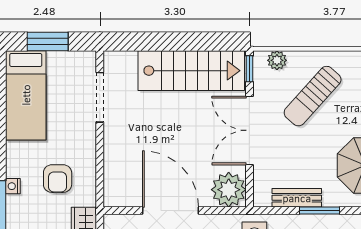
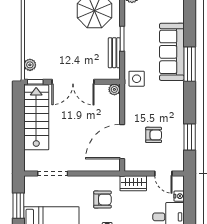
sun lounger: (313, 96) -> (52, 43), removed
plant: (229, 190) -> (114, 89), width x0.53, depth x0.53
door: (171, 211) -> (122, 142), moved

